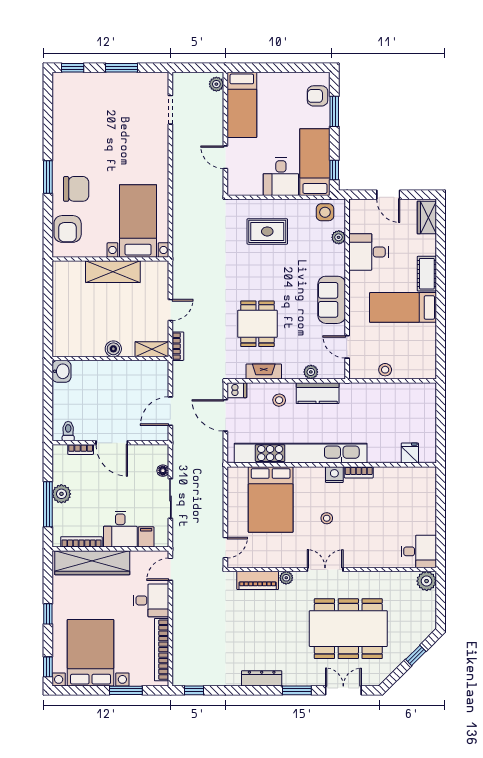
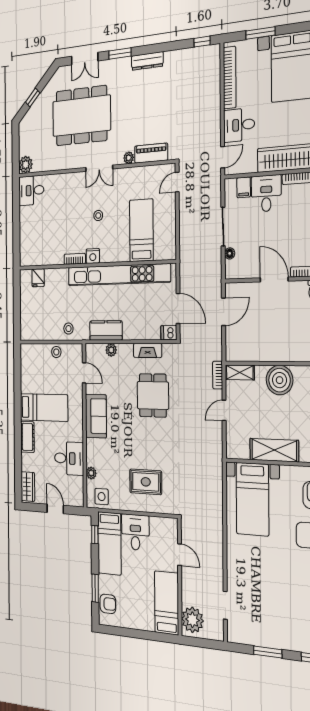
plant: (216, 84) -> (192, 620), width x1.88, depth x1.88
boiler: (113, 349) -> (280, 380), width x1.86, depth x1.86
stool: (279, 400) -> (68, 329), moved
bed: (271, 500) -> (141, 230), width x0.67

